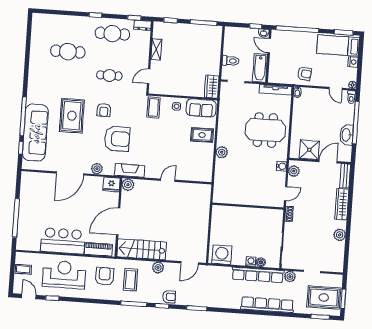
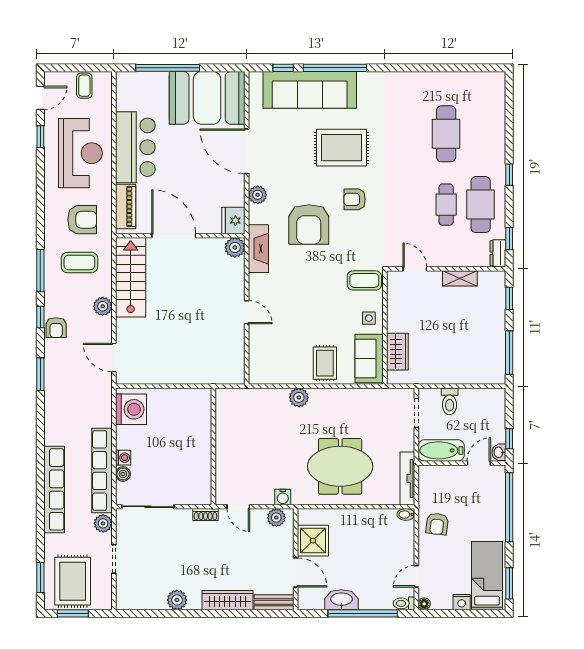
cafe table: (109, 76) -> (446, 205), moved
wardrobe: (212, 87) -> (397, 352), moved, turned 90
meeting table: (265, 130) -> (340, 466), turned 90
booth: (36, 195) -> (207, 98), added

